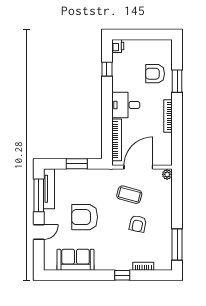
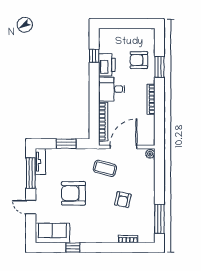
printer: (118, 46) -> (107, 65), moved, width x1.87, depth x1.48
tv unit: (49, 189) -> (40, 162), width x0.71
coffee table: (129, 195) -> (105, 168), moved
door: (39, 232) -> (31, 207), swing flipped
sofa: (76, 260) -> (52, 233), moved
window: (122, 275) -> (73, 247), moved

